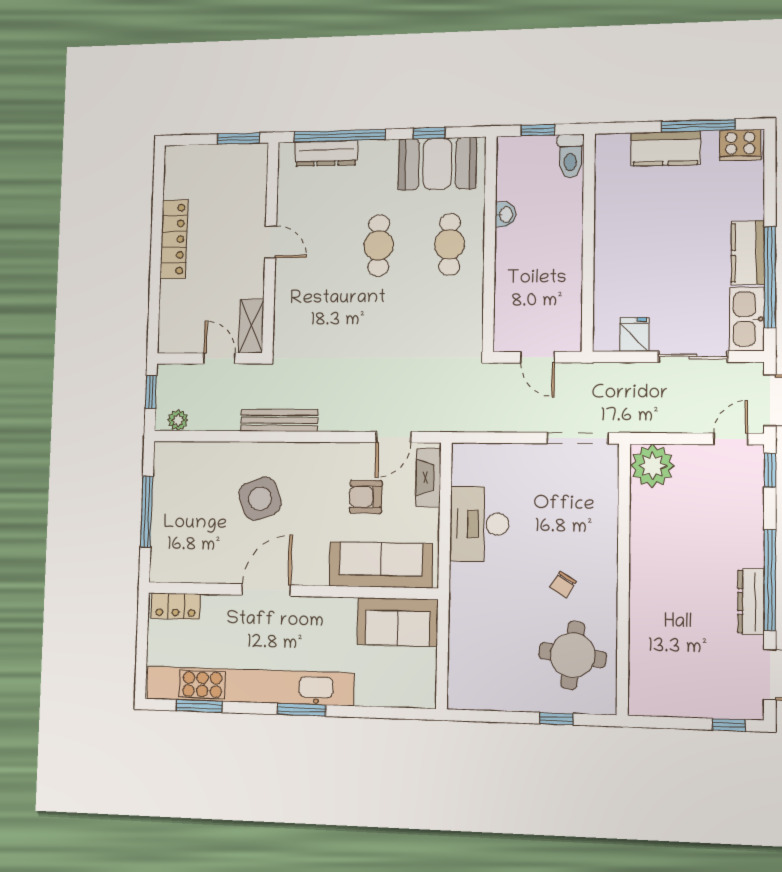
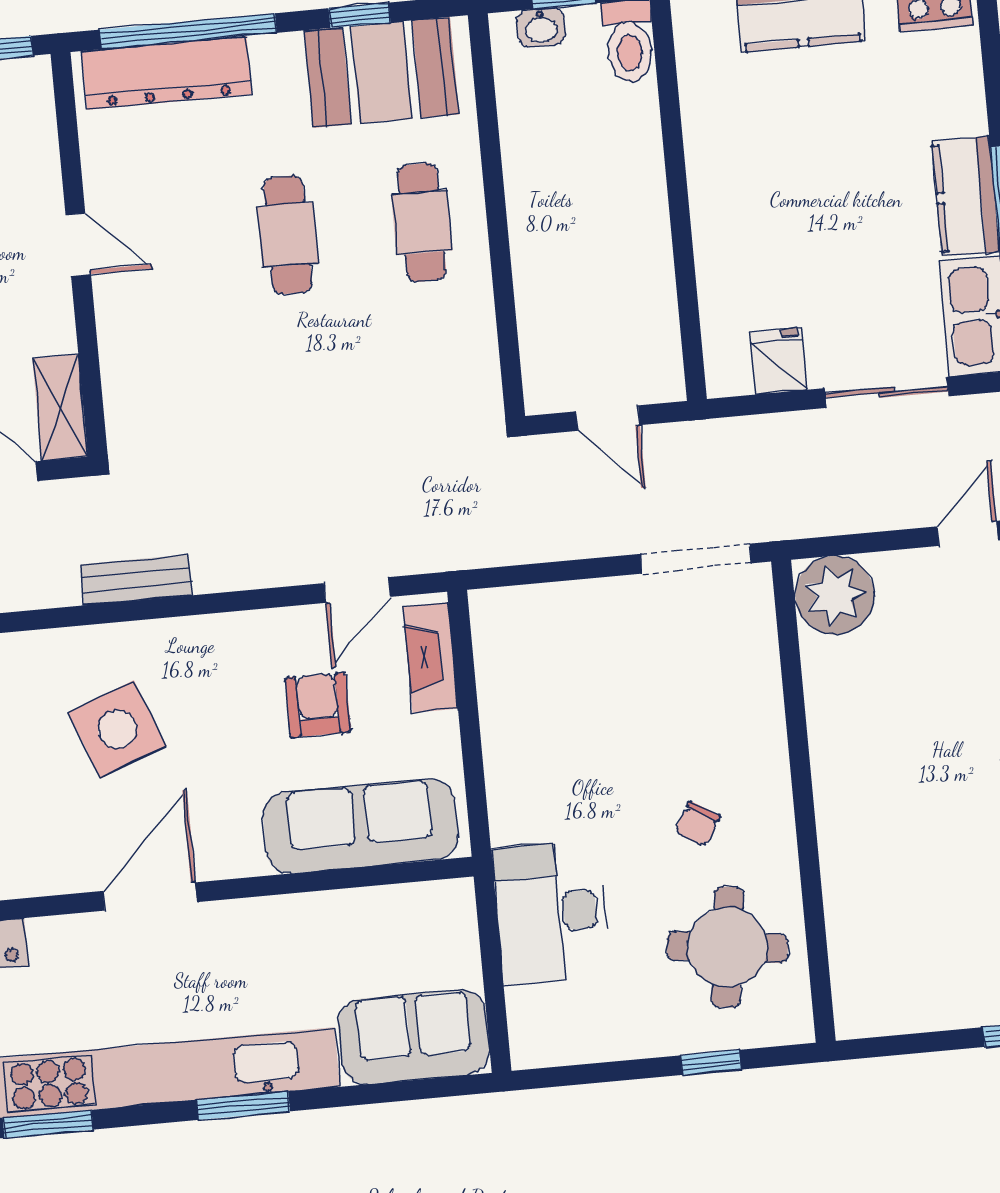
dresser: (326, 153) -> (167, 73), width x1.37, depth x1.24
washbasin: (505, 215) -> (541, 27), moved, turned 90
bench: (279, 420) -> (136, 580), width x0.73
armchair: (366, 497) -> (318, 705), turned 90
desk: (479, 524) -> (551, 912), moved
sofa: (398, 622) -> (414, 1037), moved, turned 180

